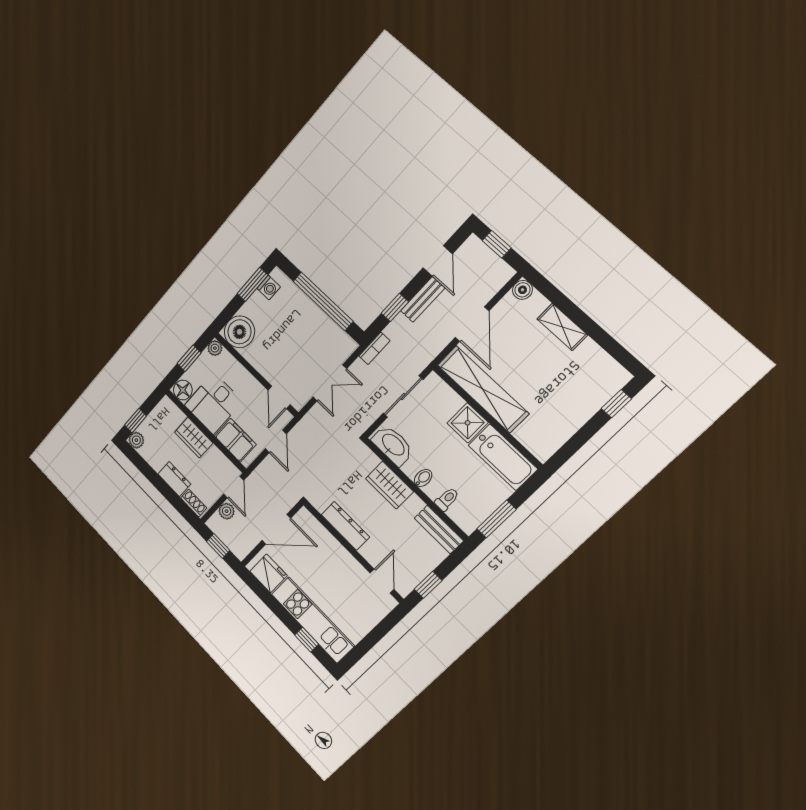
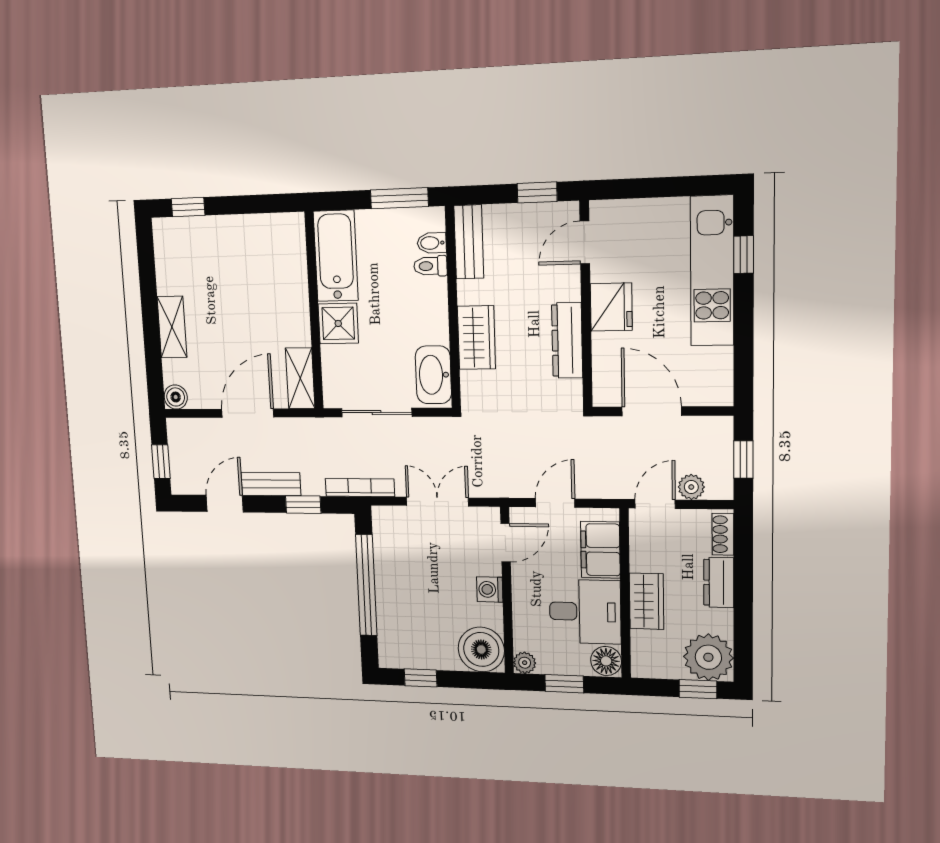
window: (253, 284) -> (421, 678), width x0.67
washing machine: (269, 288) -> (490, 589), moved, turned -90
bookcase: (374, 348) -> (360, 488), width x1.56
shelving: (483, 389) -> (300, 378), width x0.45, depth x0.75
plant: (136, 440) -> (708, 657), width x1.88, depth x1.88
bidet: (423, 478) -> (432, 243), moved
fridge: (268, 573) -> (611, 307), moved, turned 180

